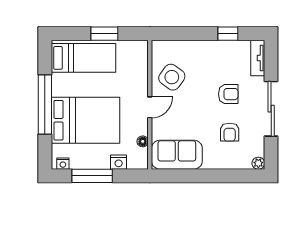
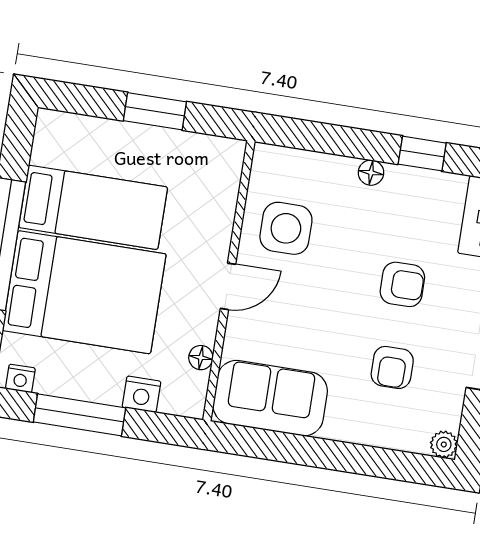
floor lamp: (206, 46) -> (371, 173), added
bed: (83, 58) -> (93, 207), moved
side table: (172, 77) -> (286, 228), turned -36

